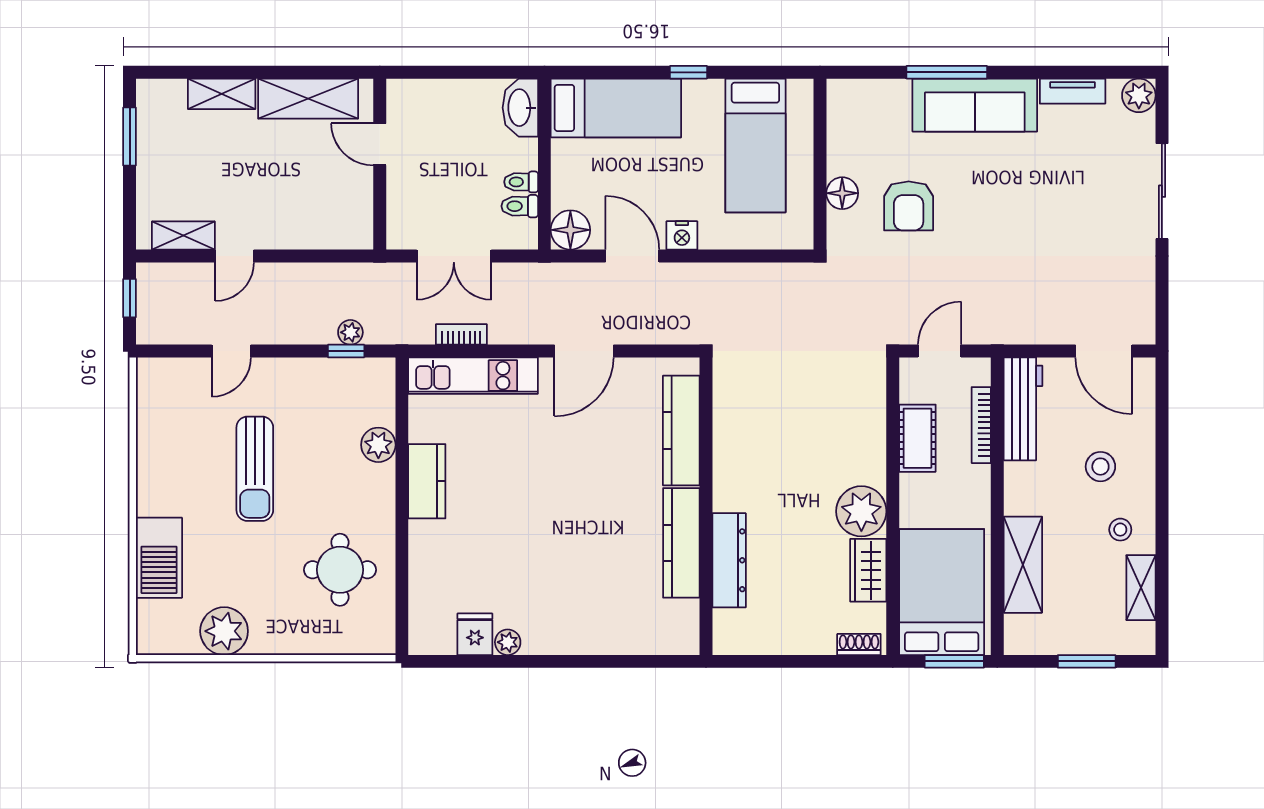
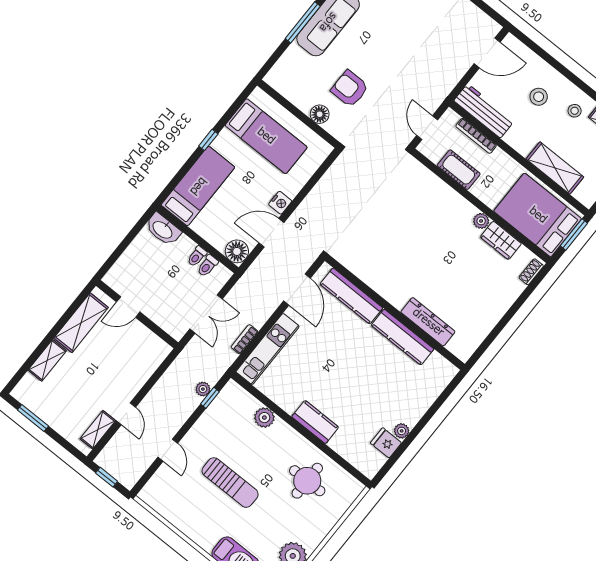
armchair: (909, 206) -> (350, 89), turned 180
kitchen counter: (681, 431) -> (351, 296), moved
kitchen counter: (427, 481) -> (315, 422), moved
wall: (706, 506) -> (395, 312), moved
plant: (861, 511) -> (481, 221), width x0.53, depth x0.53
kitchen counter: (681, 543) -> (403, 337), moved
dresser: (729, 560) -> (428, 322), moved

